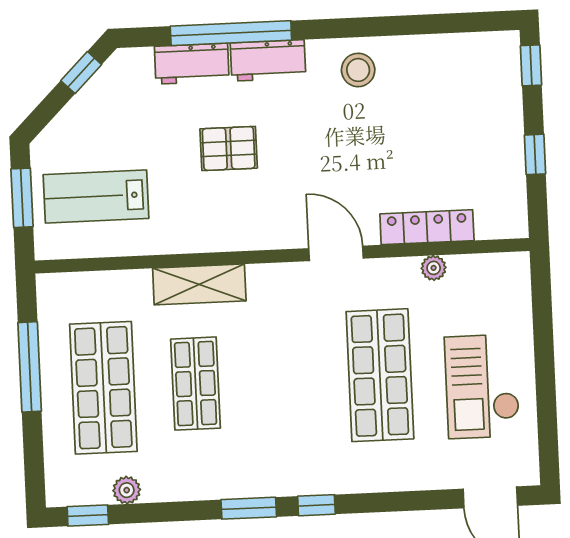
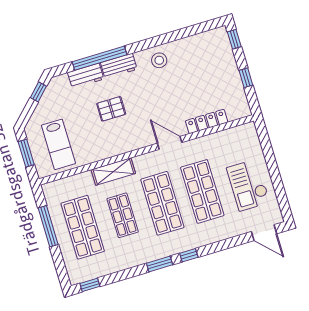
lab bench: (96, 196) -> (58, 144), turned -90
plant: (434, 268) -> (214, 139), removed
shop shelf: (288, 379) -> (162, 203), added
plant: (127, 490) -> (104, 269), removed

